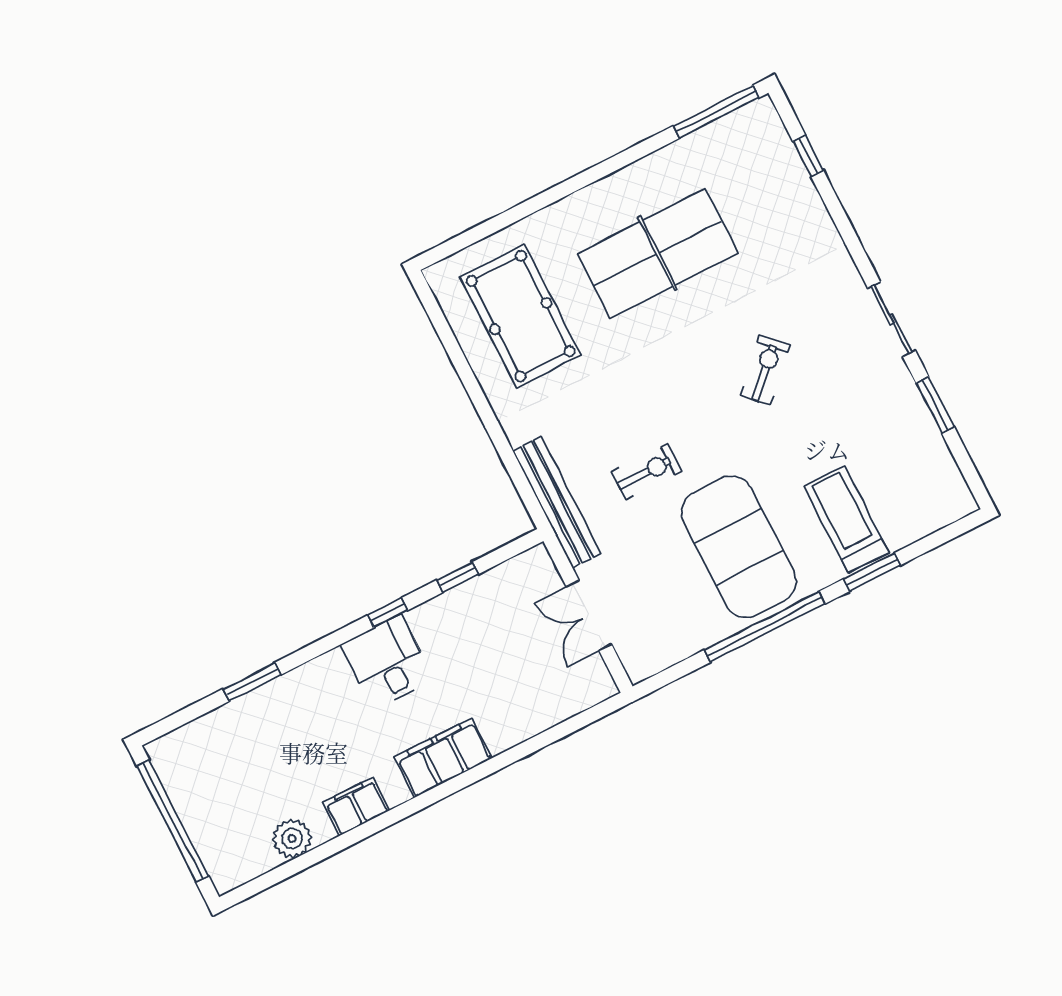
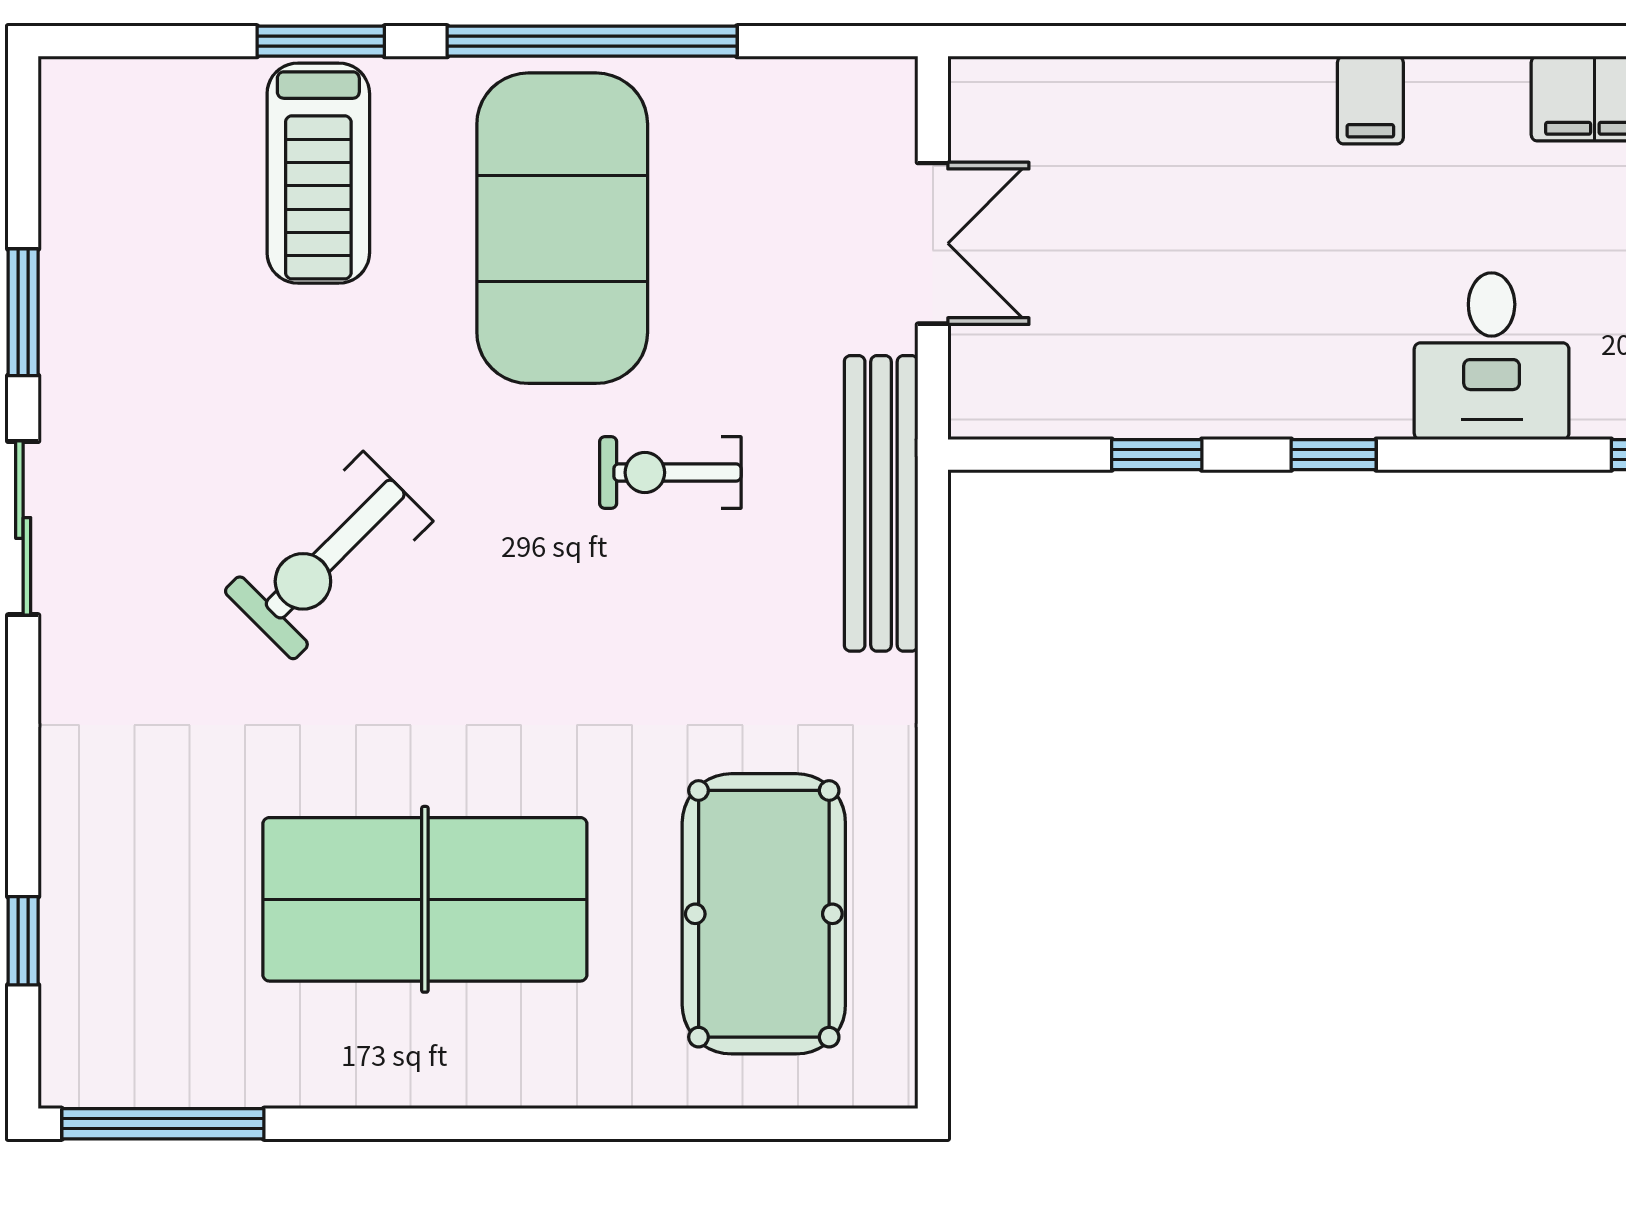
exercise bike: (765, 370) -> (328, 556), width x1.38, depth x1.39
desk: (387, 662) -> (1492, 356), moved
filing cabinet: (443, 758) -> (1370, 100), width x0.33, depth x0.86

